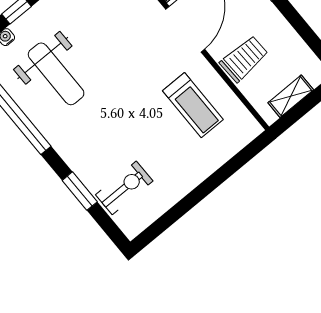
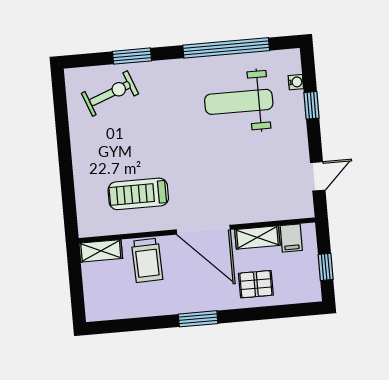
shelving: (291, 96) -> (101, 251), moved, turned 90
exercise bike: (124, 188) -> (110, 94), turned -111

